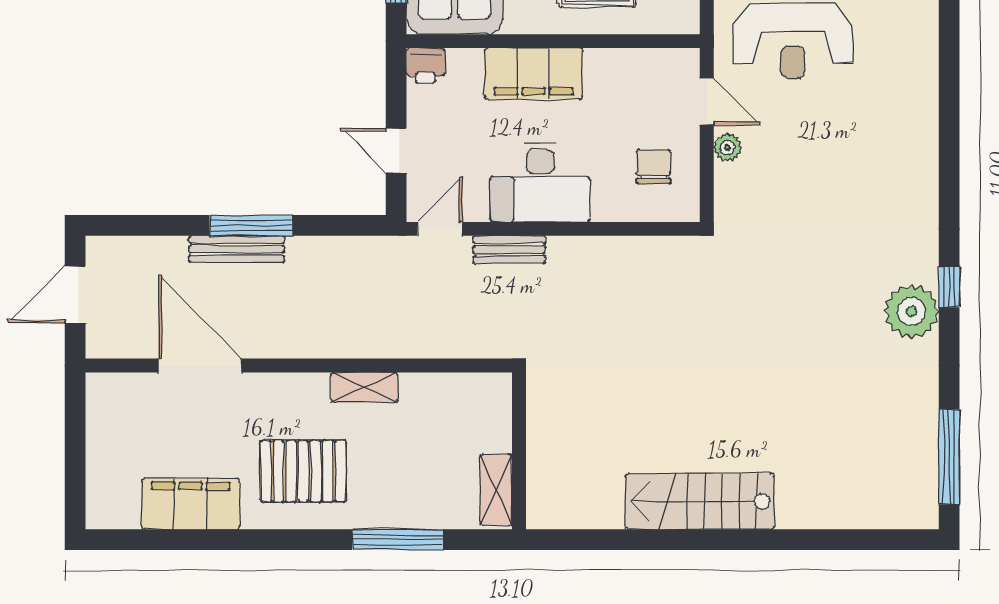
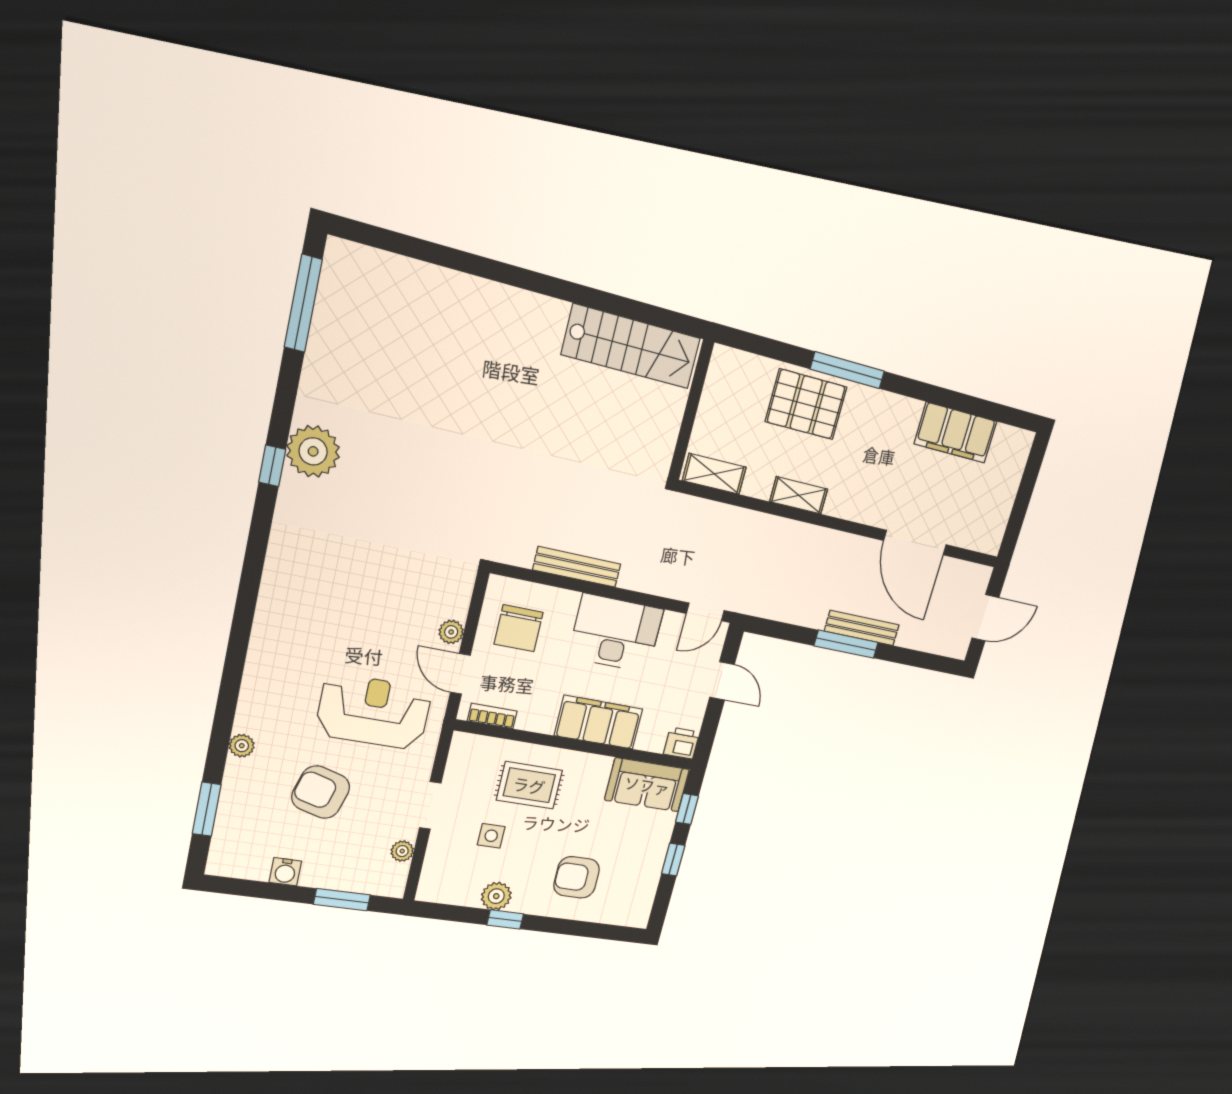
bookcase: (660, 59) -> (492, 716), added
chair: (653, 167) -> (519, 628), width x1.37, depth x1.37
bench: (509, 250) -> (577, 567), moved, width x1.36
pallet: (303, 471) -> (806, 404), moved
shelving: (496, 490) -> (714, 474), moved, turned 90
stairs: (700, 501) -> (631, 346), moved
window: (398, 540) -> (847, 370), moved

